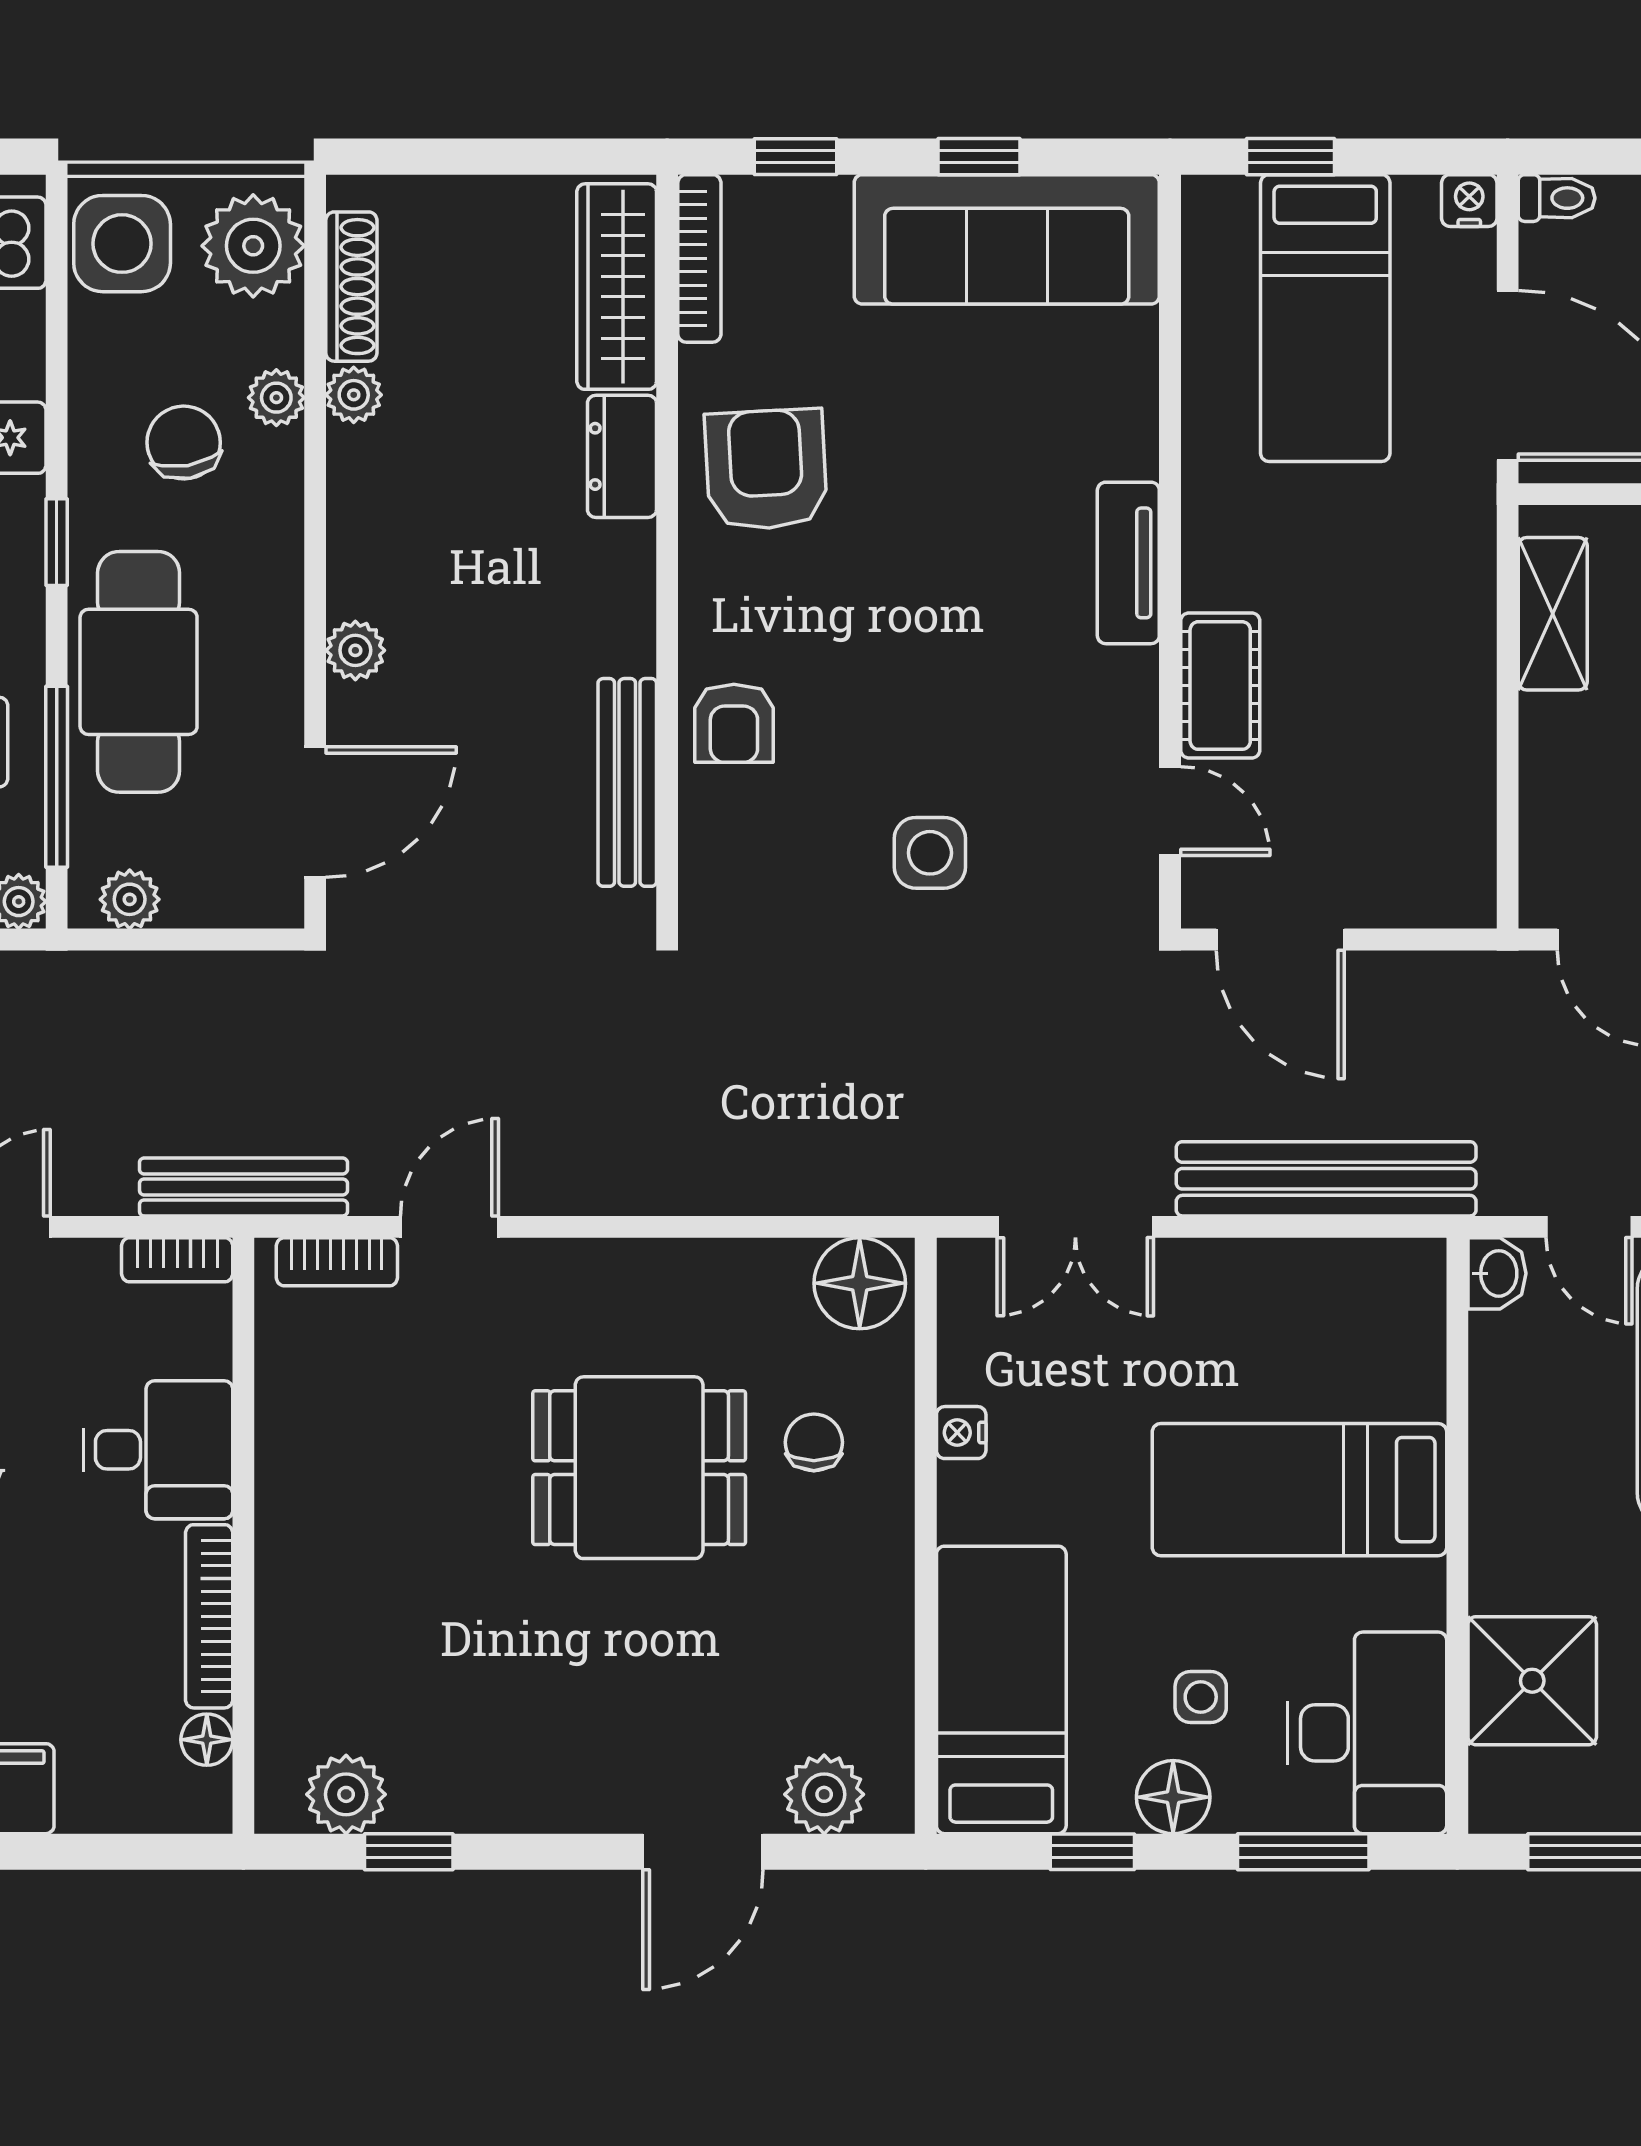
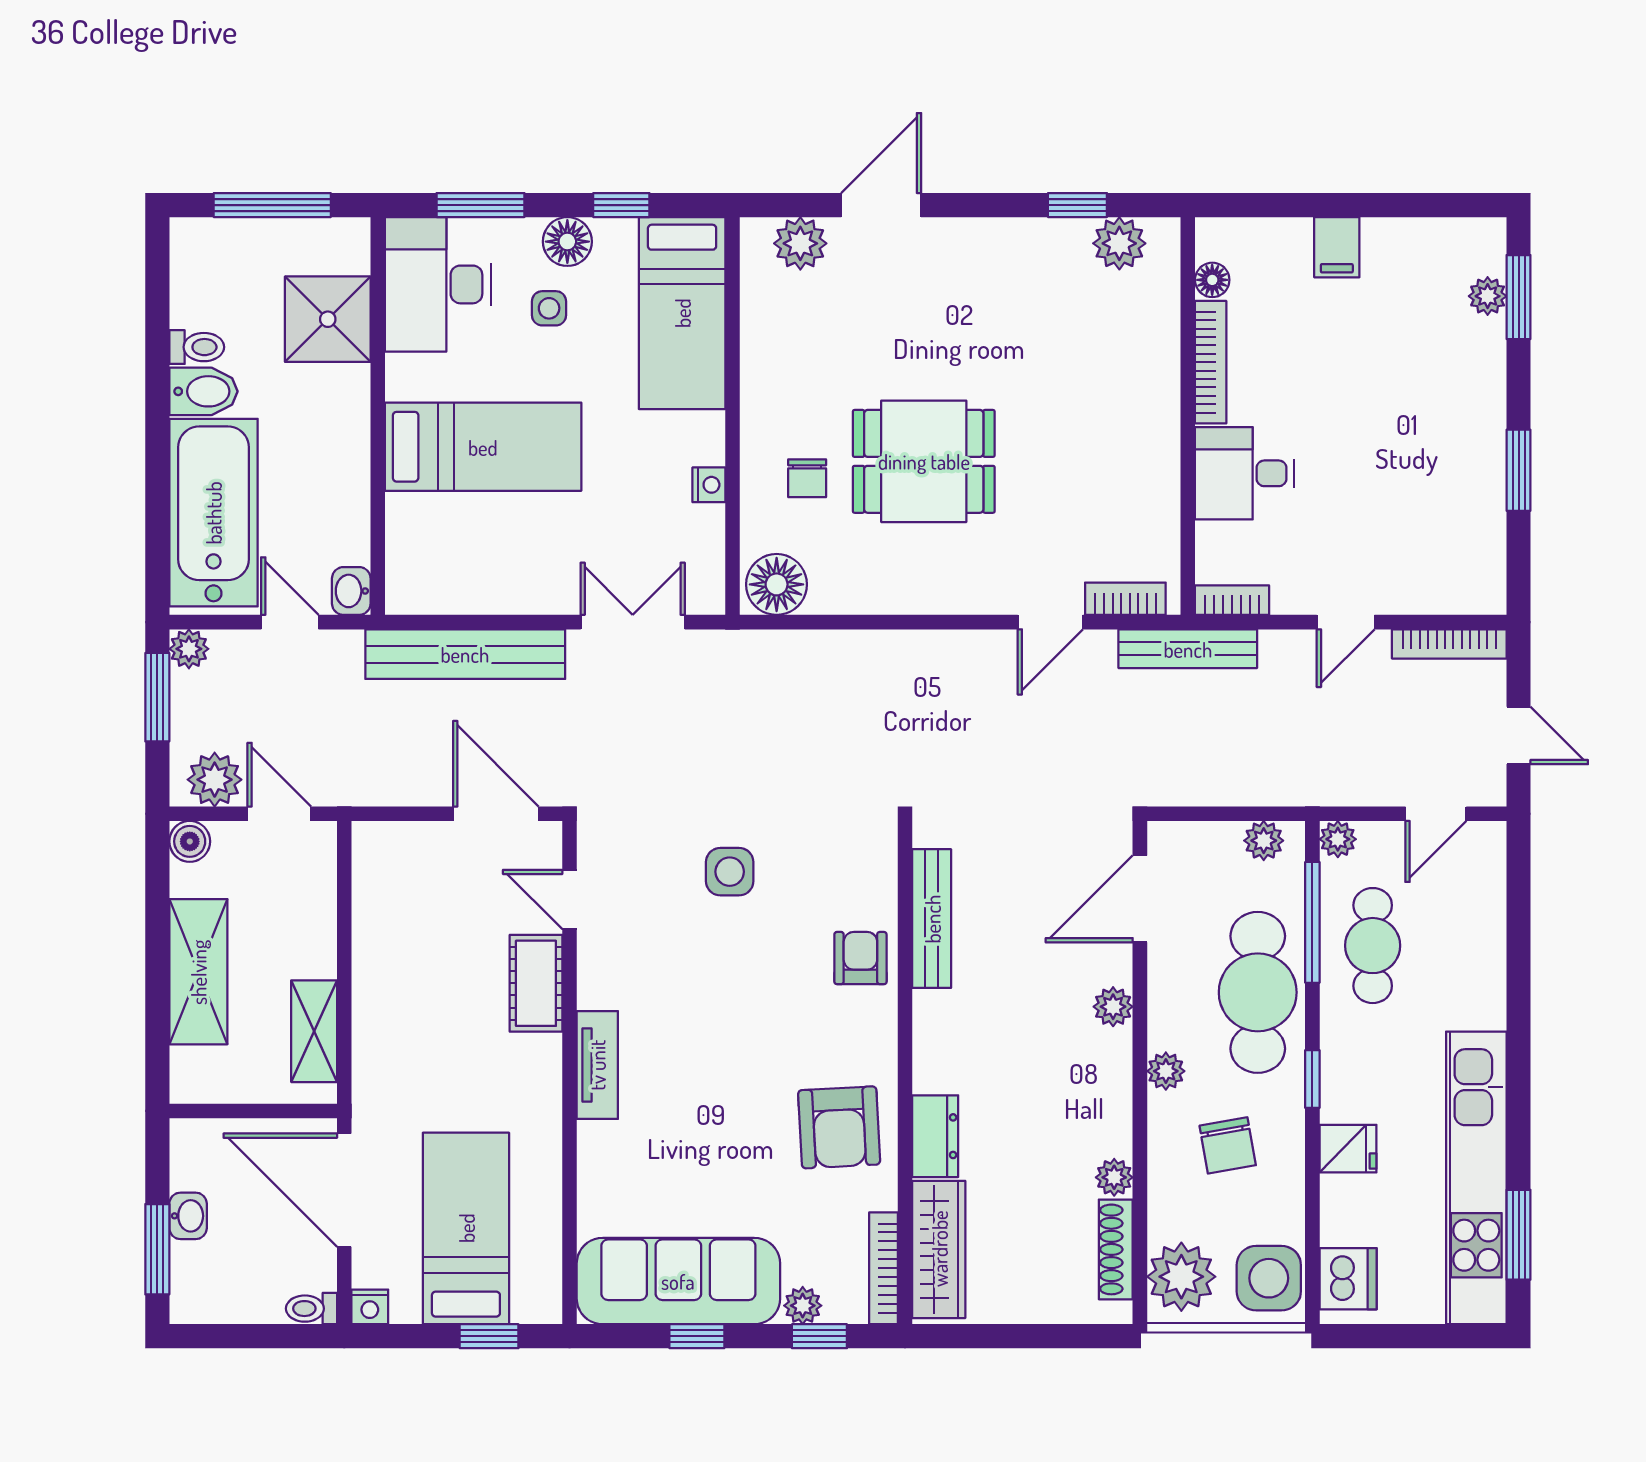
plant: (820, 203) -> (803, 1306), added
plant: (276, 398) -> (1166, 1071), moved

